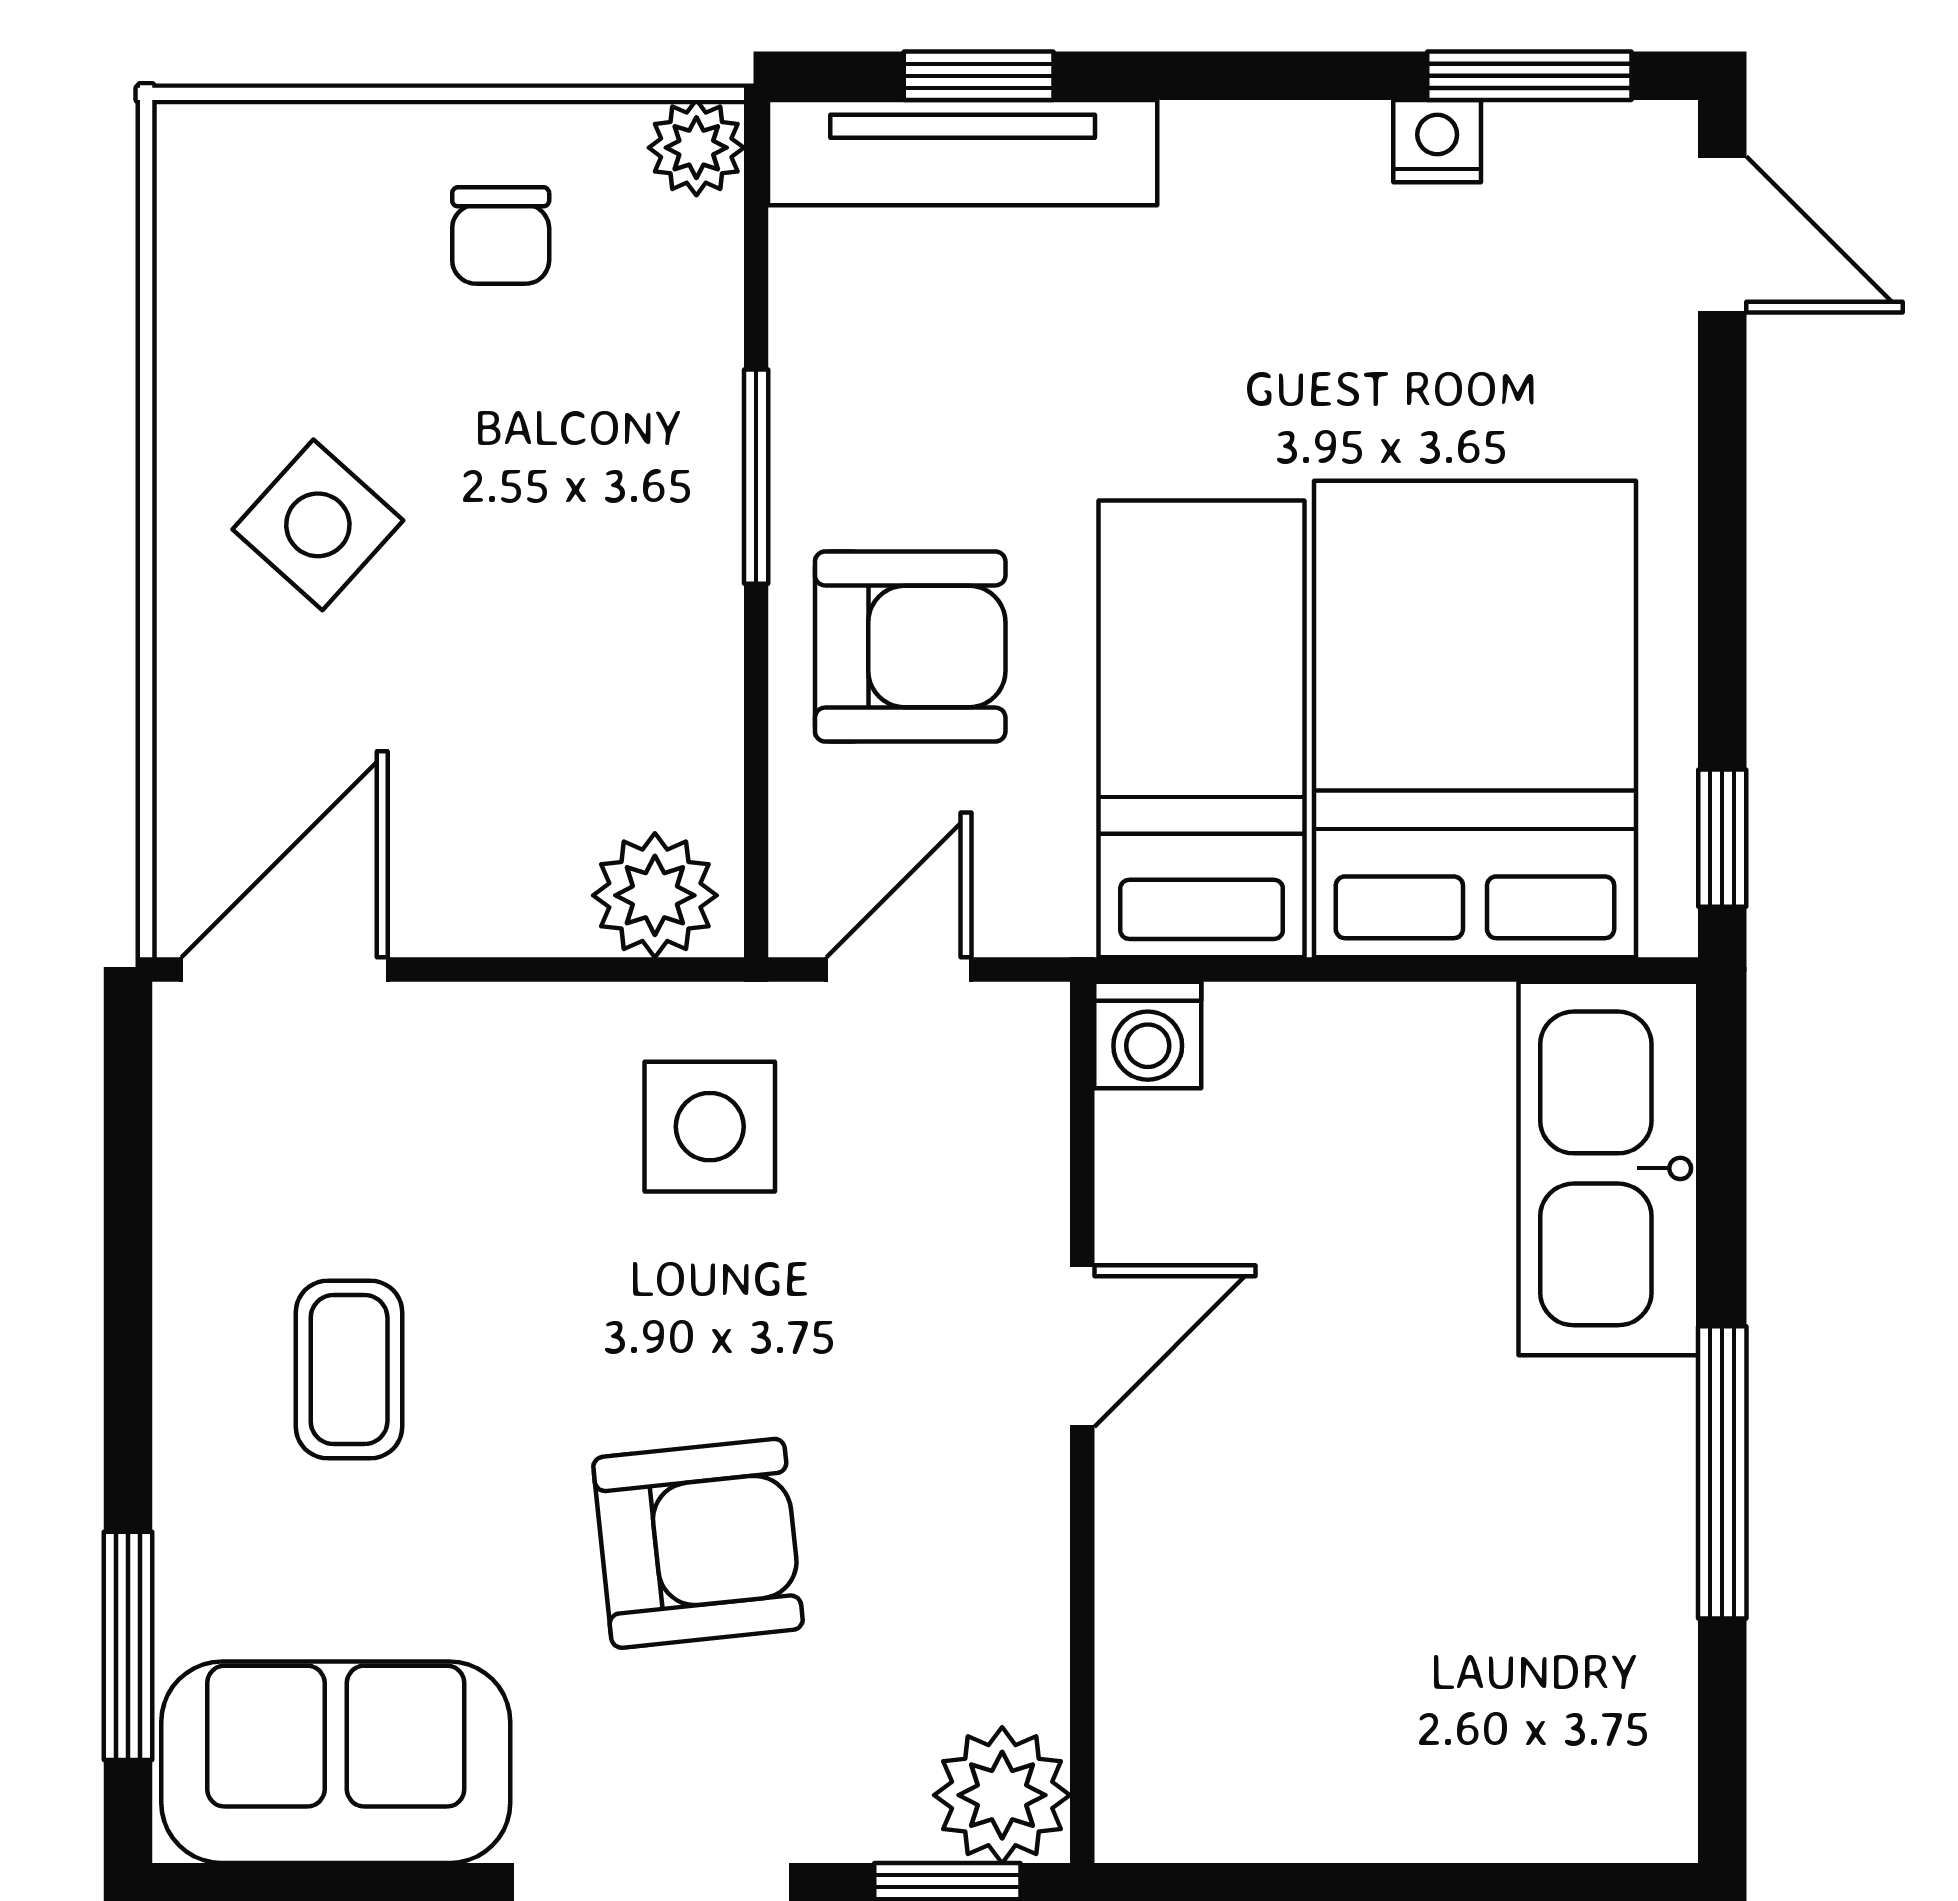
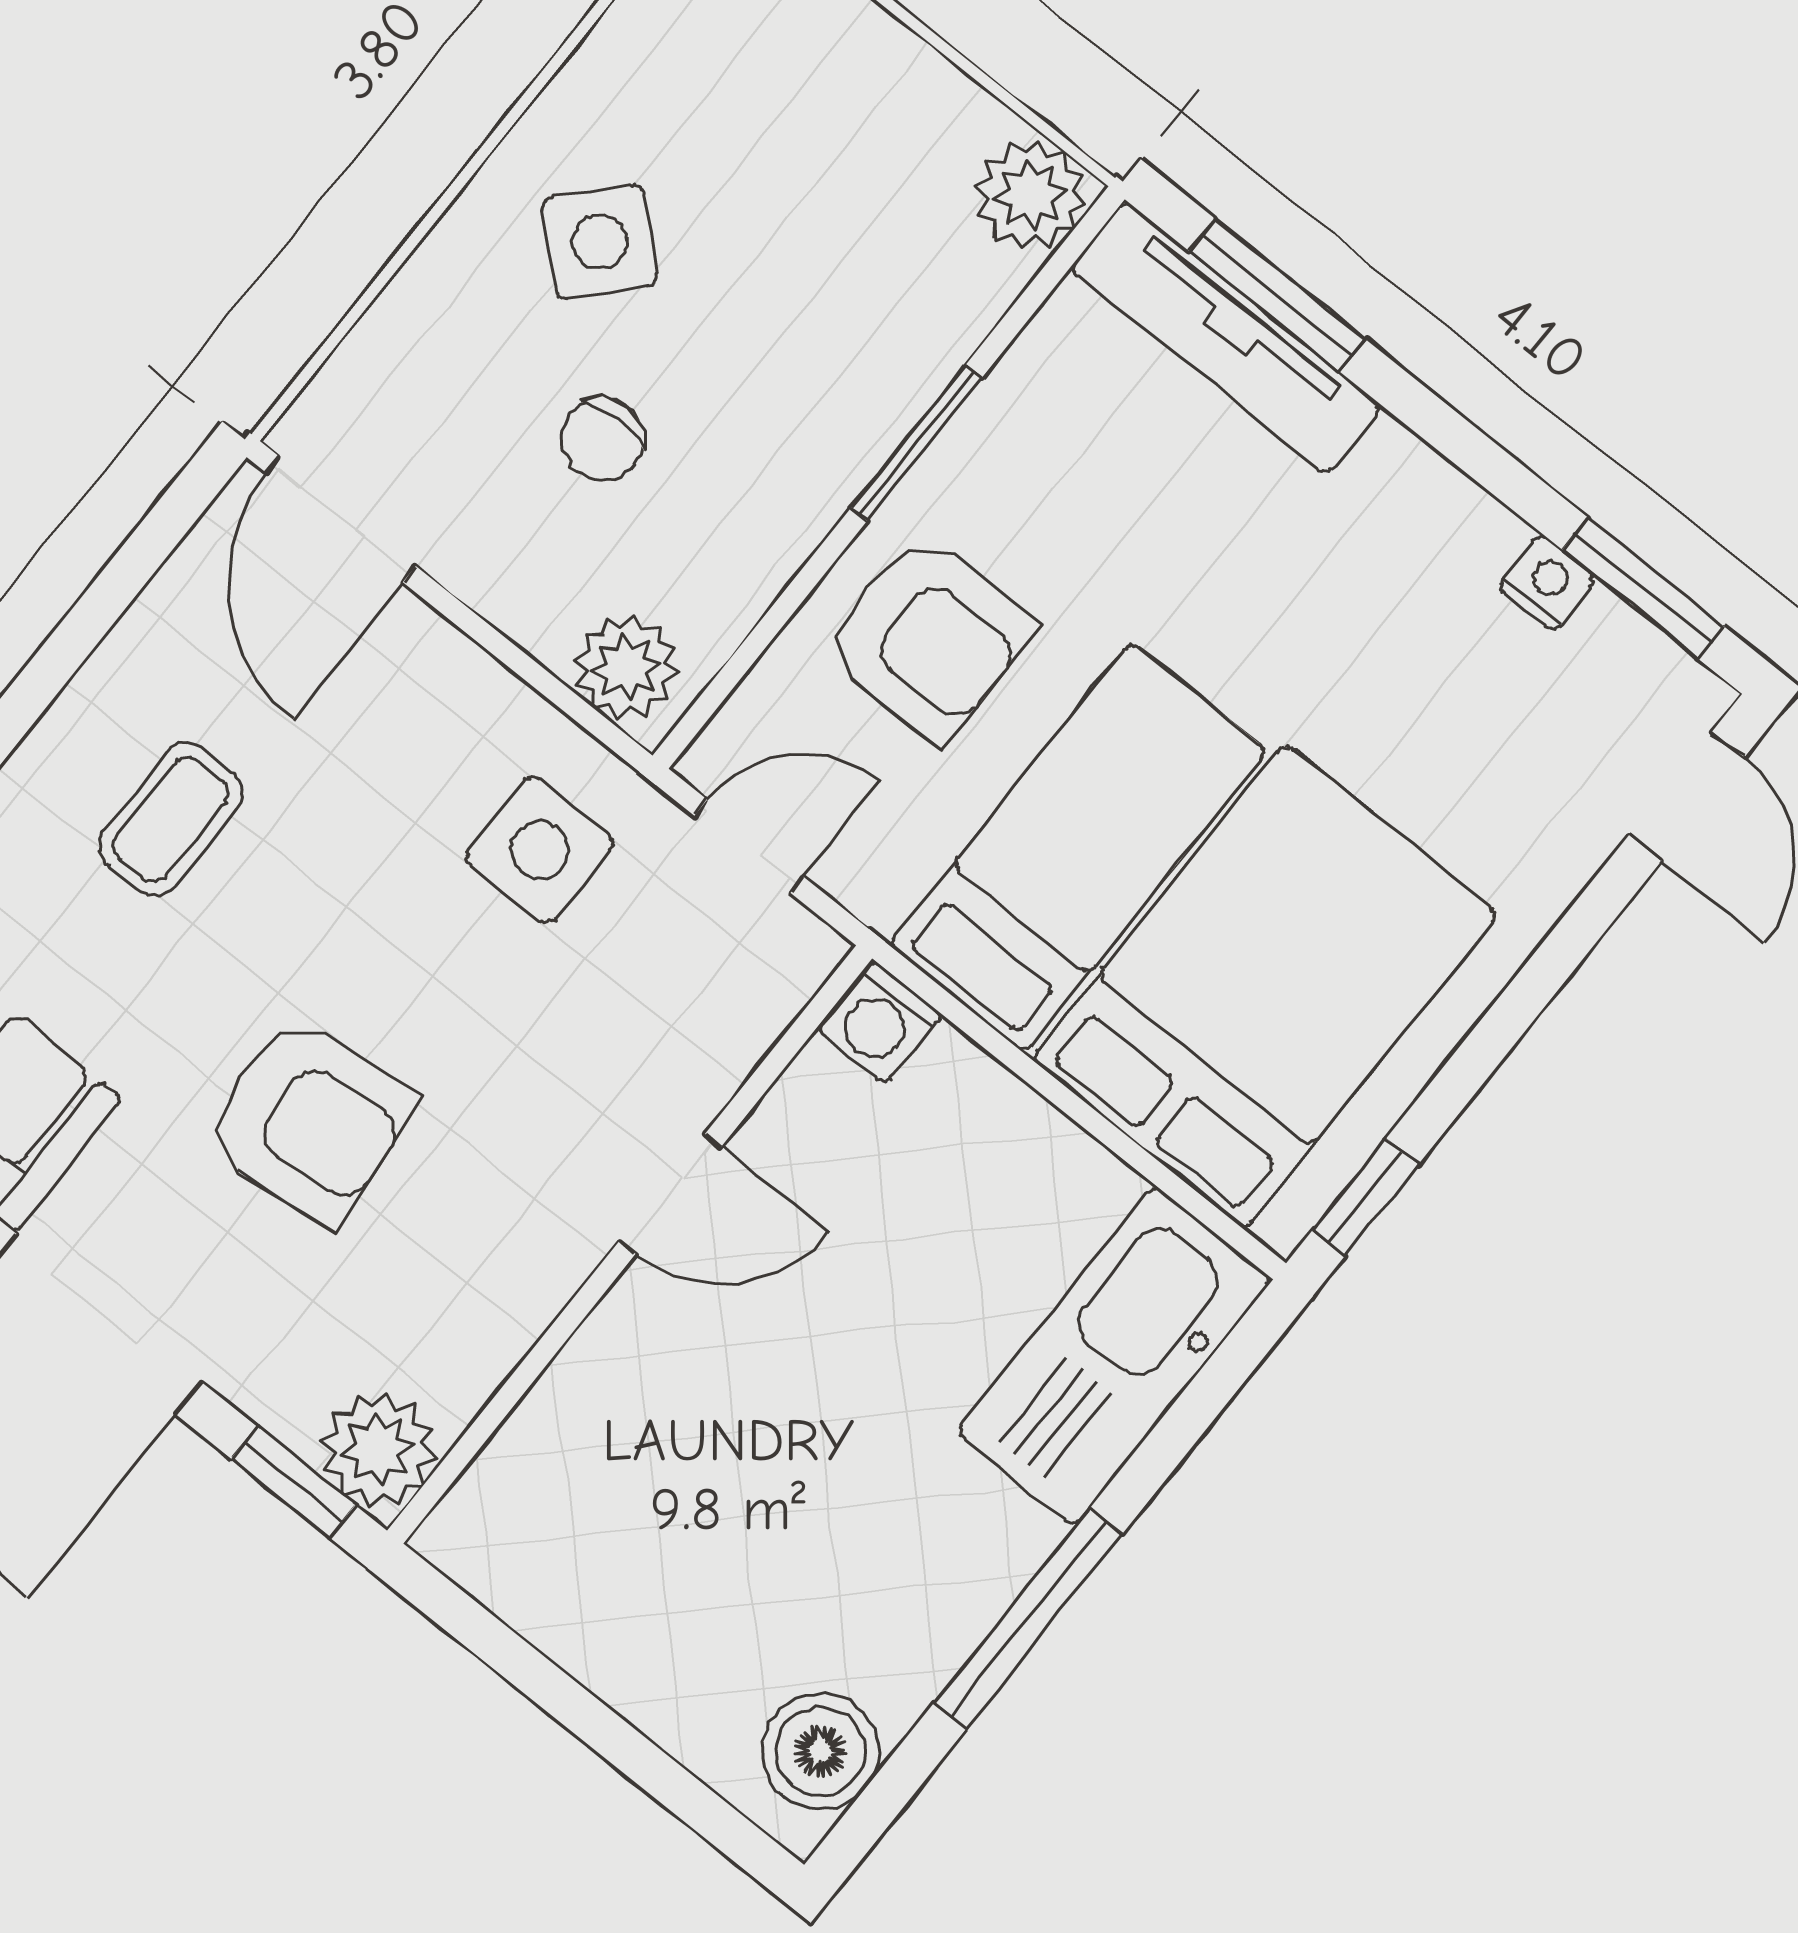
window: (979, 76) -> (1277, 295), width x1.50
plant: (696, 148) -> (1030, 195), width x1.38, depth x1.38
chair: (501, 235) -> (603, 439), moved
door: (285, 969) -> (341, 519), swing flipped
boiler: (1630, 1747) -> (820, 1751), added

